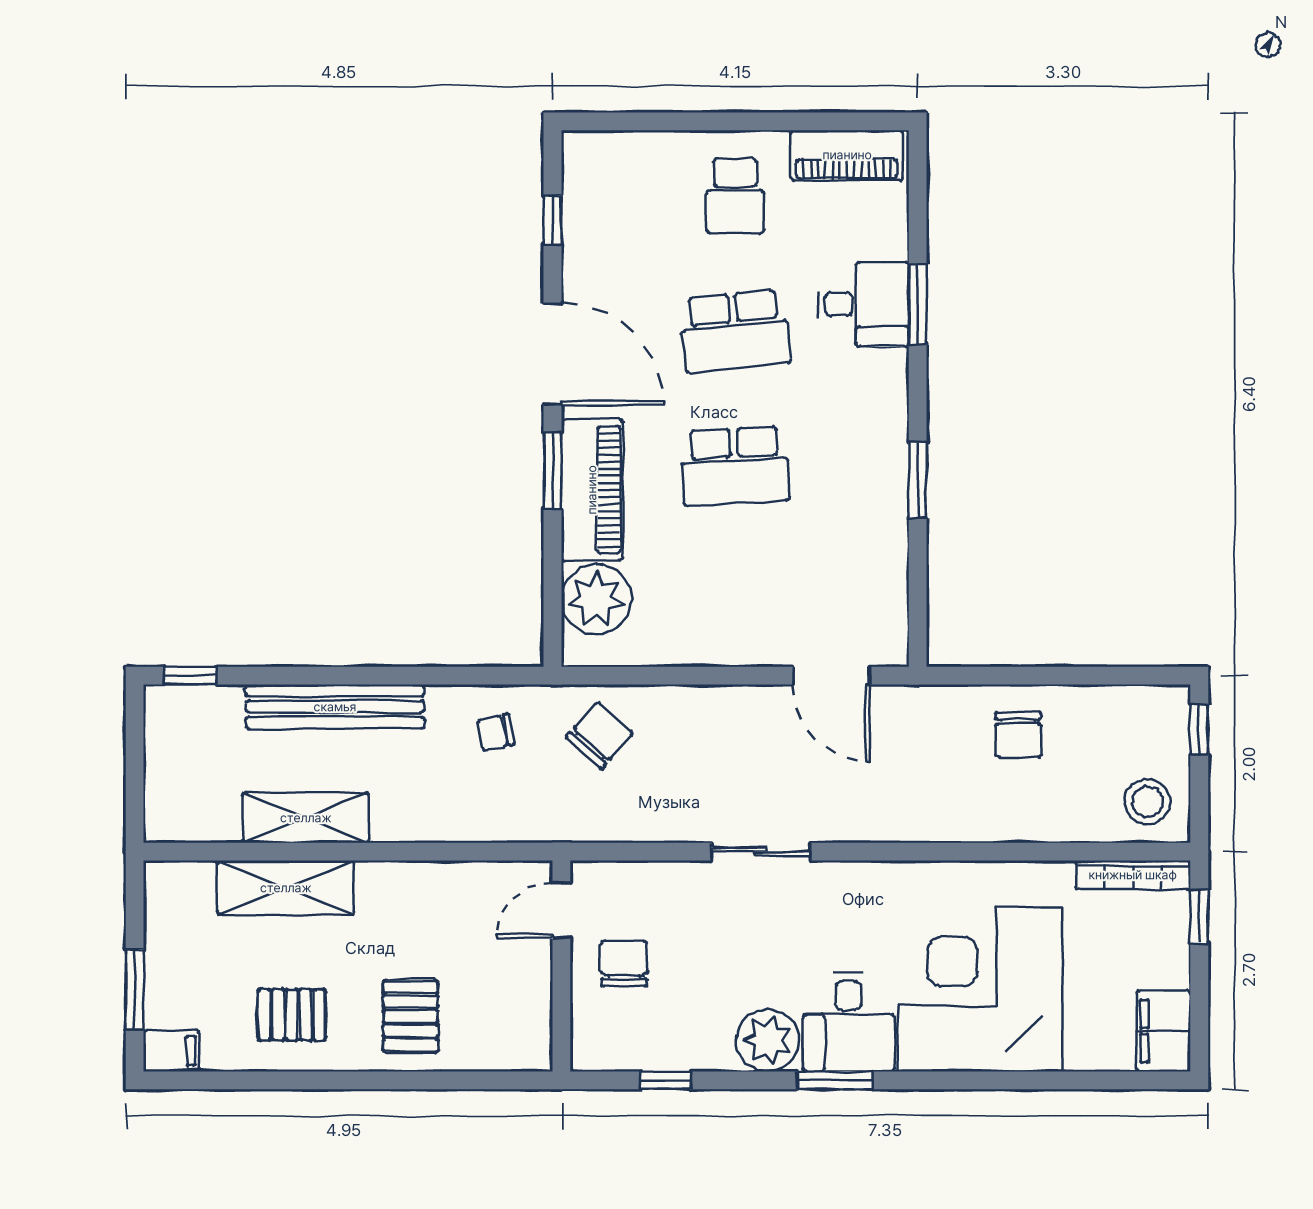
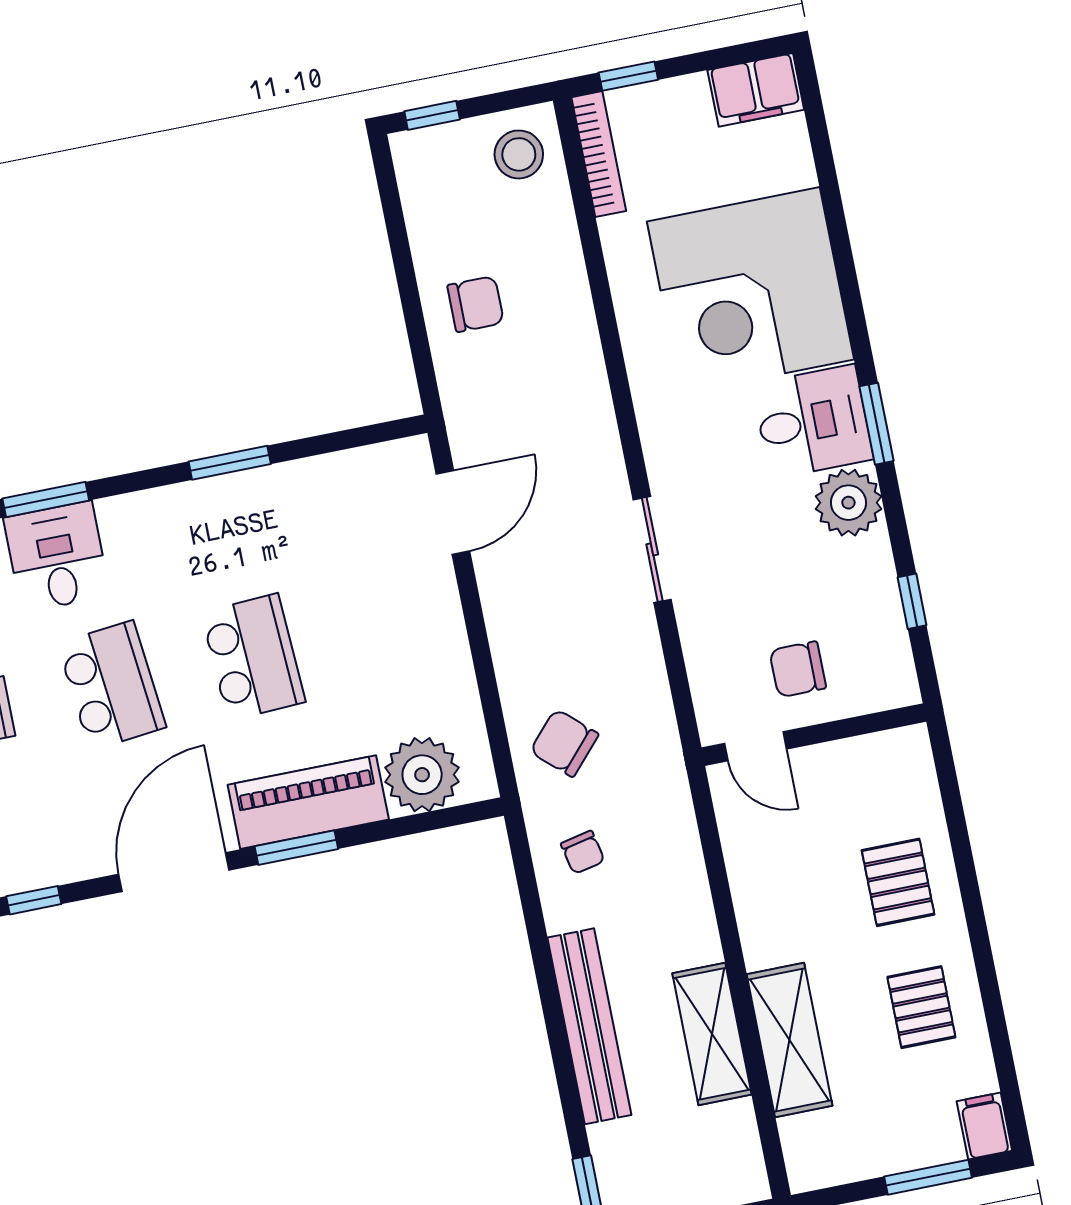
pallet: (410, 1016) -> (898, 882), turned 90

